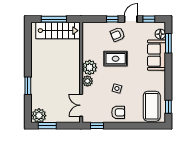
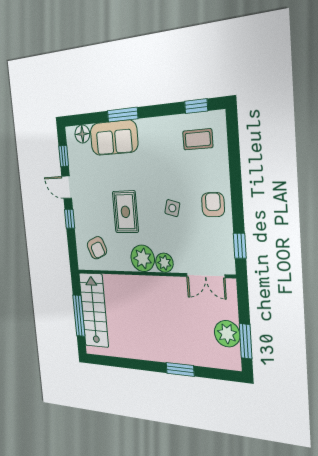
armchair: (117, 35) -> (97, 248), moved
window: (168, 43) -> (123, 115), moved
coffee table: (152, 106) -> (198, 139), width x0.54, depth x0.58
plant: (39, 116) -> (227, 334), moved

